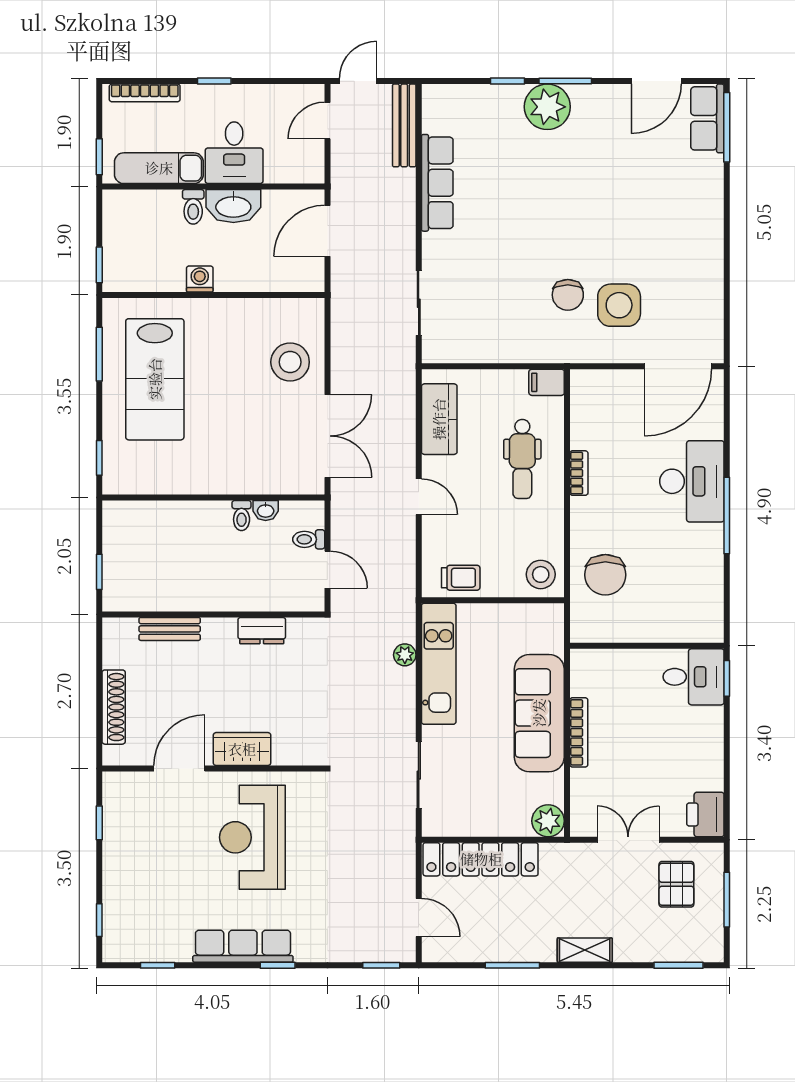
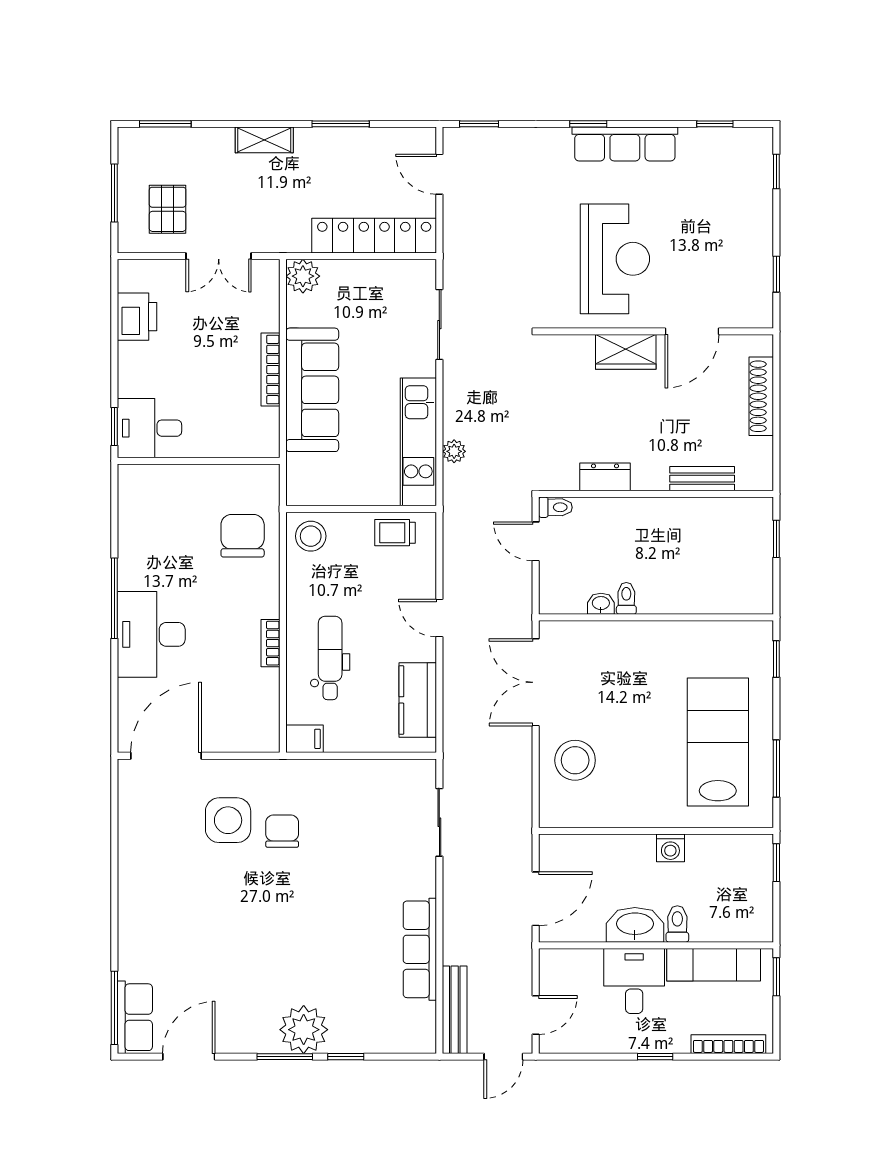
toilet: (309, 539) -> (555, 507), moved
printer: (705, 814) -> (137, 317), moved

